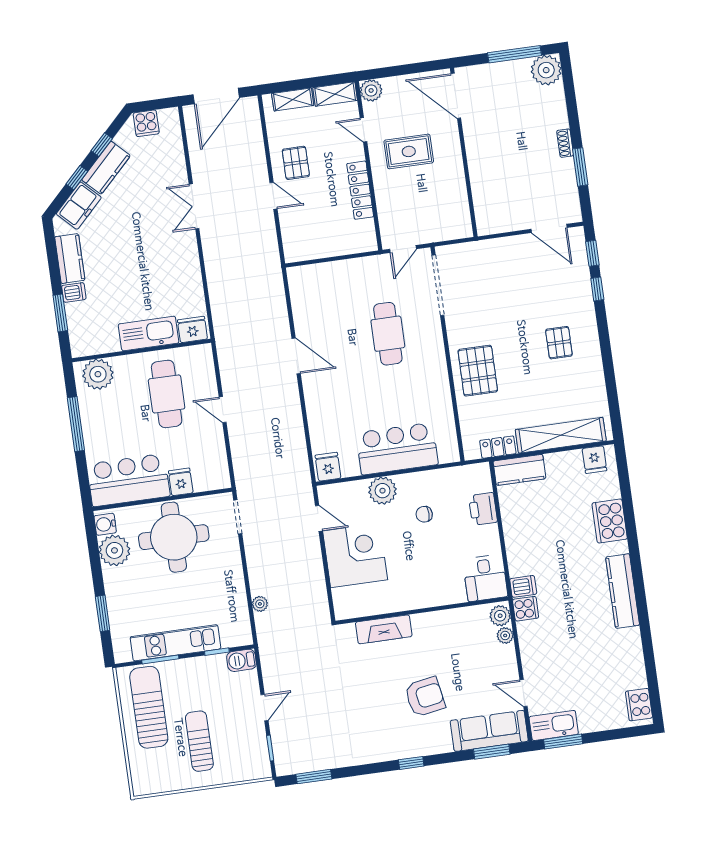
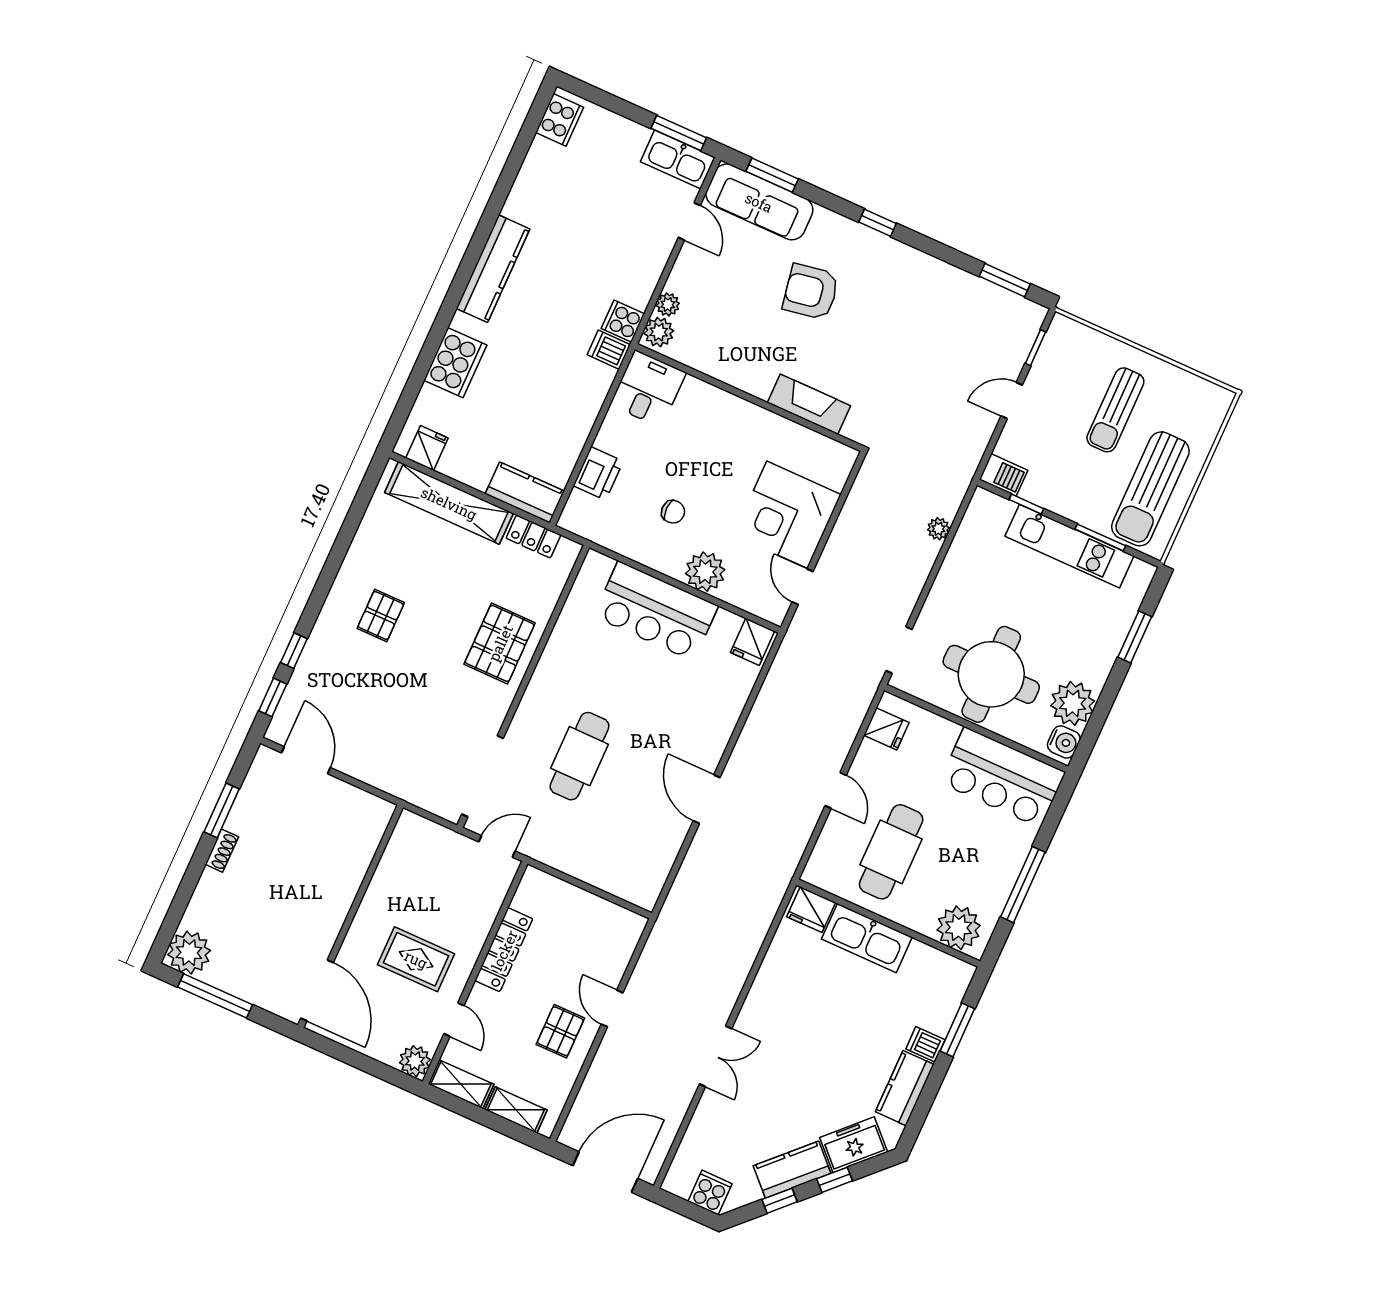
fridge: (181, 482) -> (886, 729), moved, turned -90

